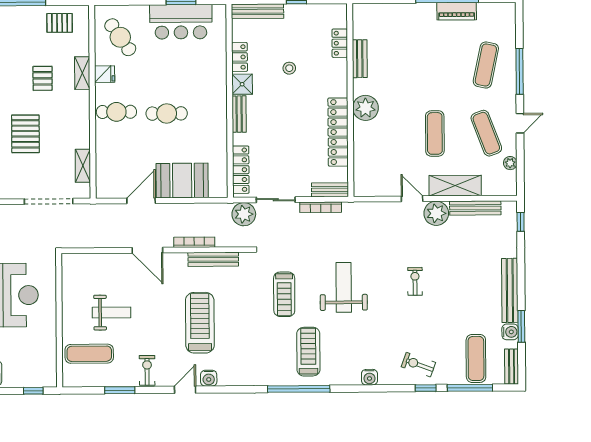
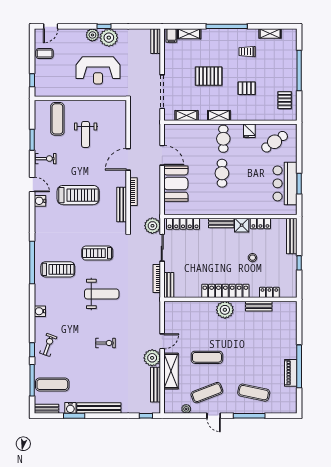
shelving: (82, 73) -> (219, 115), moved
locker: (338, 132) -> (225, 291), moved

